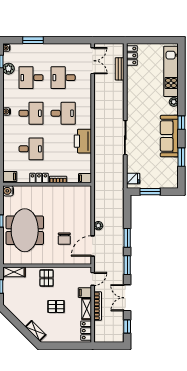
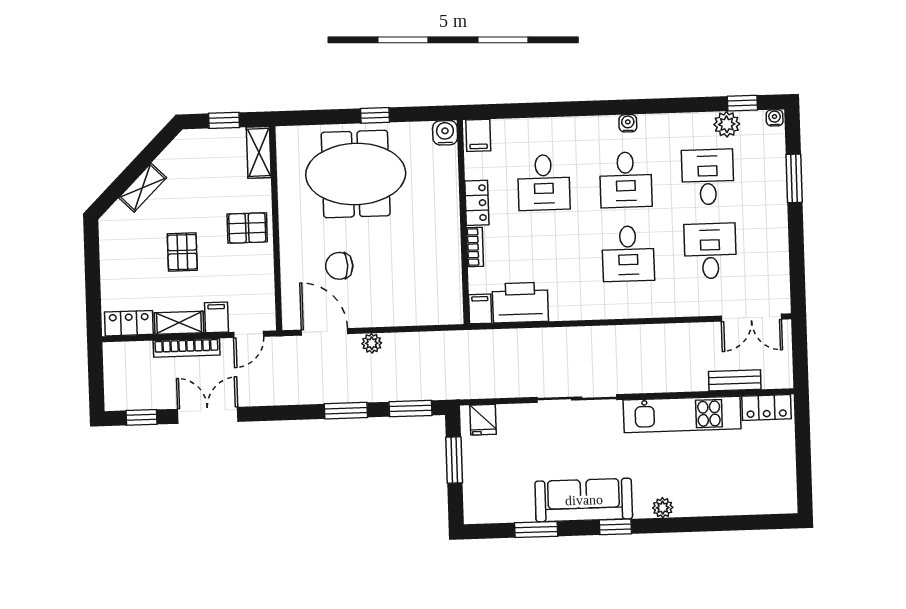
kitchen unit: (171, 71) -> (682, 414), moved, turned 180
printer: (83, 141) -> (520, 303), moved
window: (127, 265) -> (410, 409), moved
door: (93, 279) -> (249, 334), hinge flipped
shelving: (36, 331) -> (143, 188), moved

